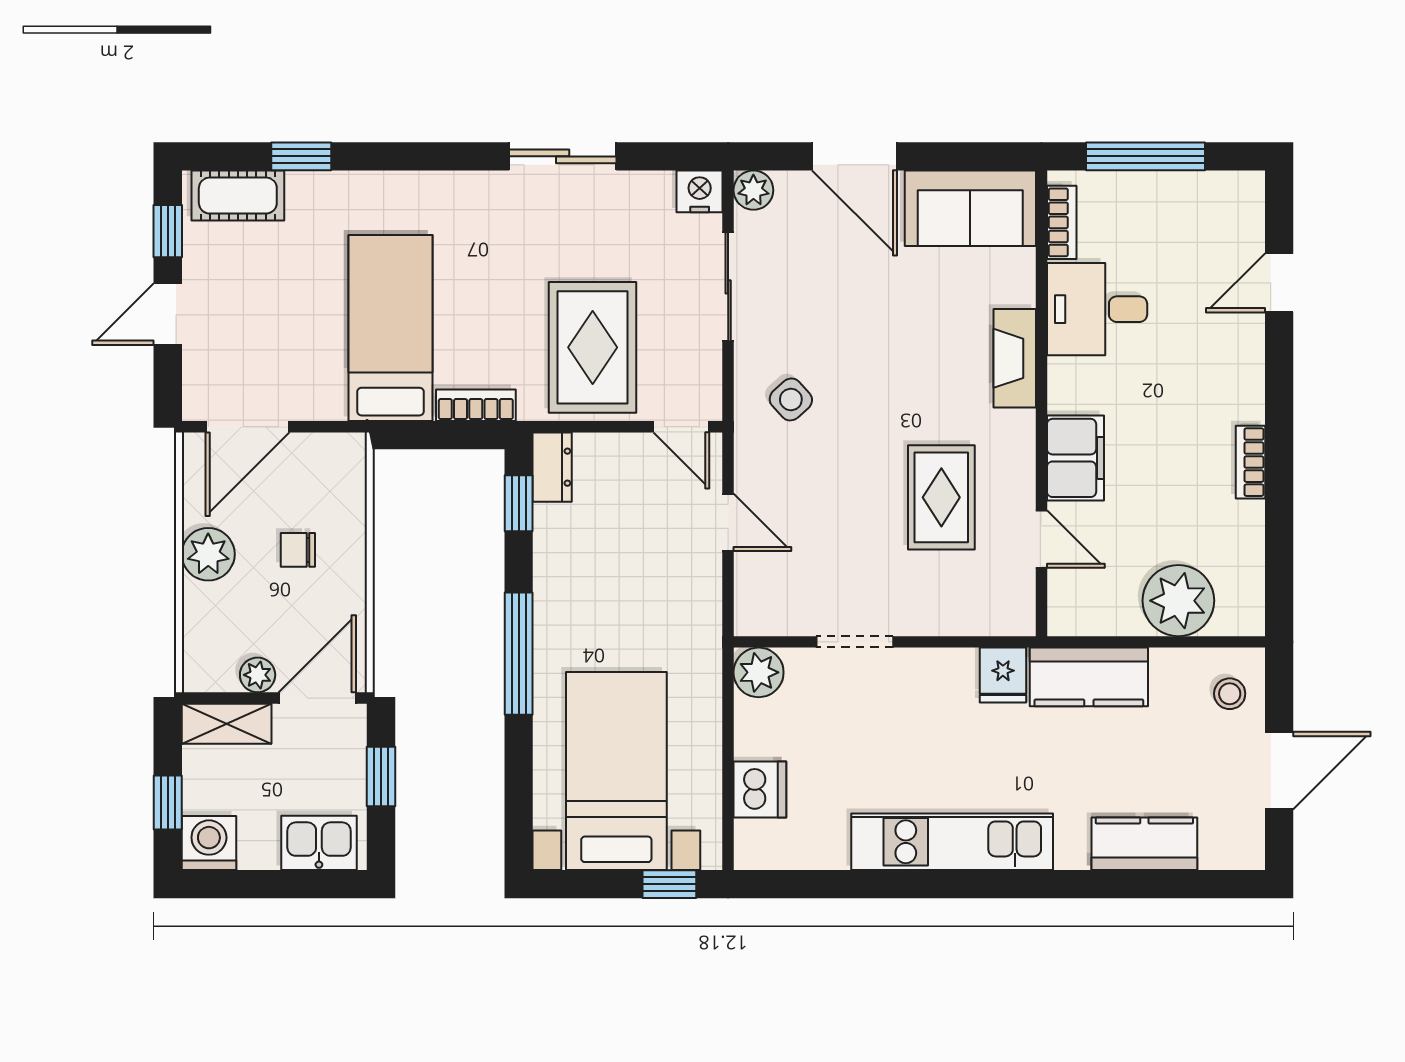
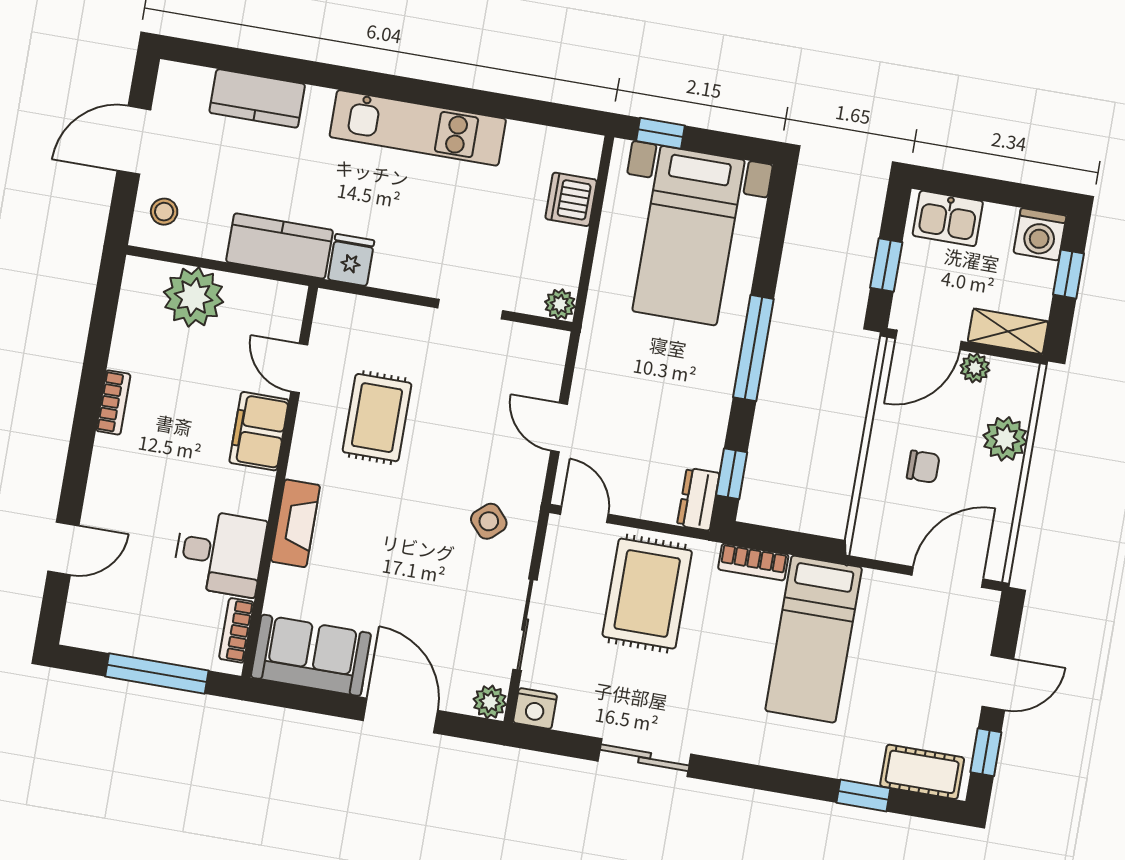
plant: (208, 554) -> (1005, 439), moved
plant: (759, 672) -> (560, 304), width x0.73, depth x0.73

